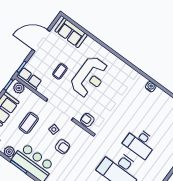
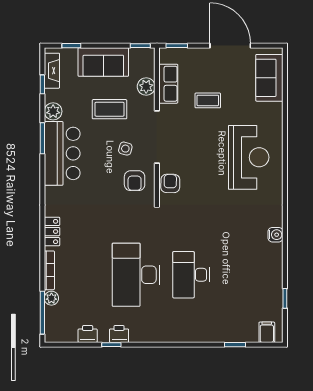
reception desk: (90, 77) -> (249, 157), moved, turned -90
row of seats: (29, 79) -> (168, 84), moved
plant: (19, 88) -> (146, 87), moved
armchair: (63, 147) -> (135, 181), moved

